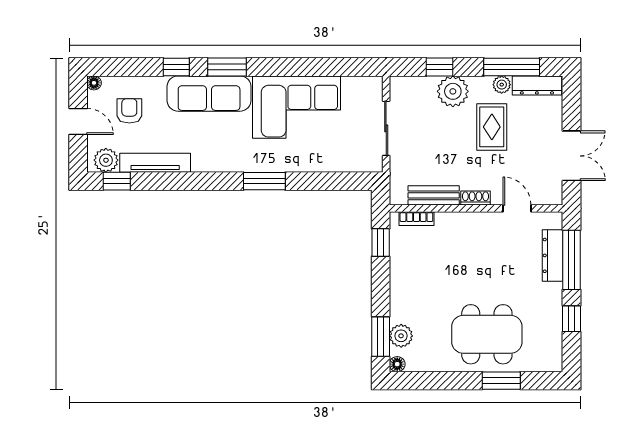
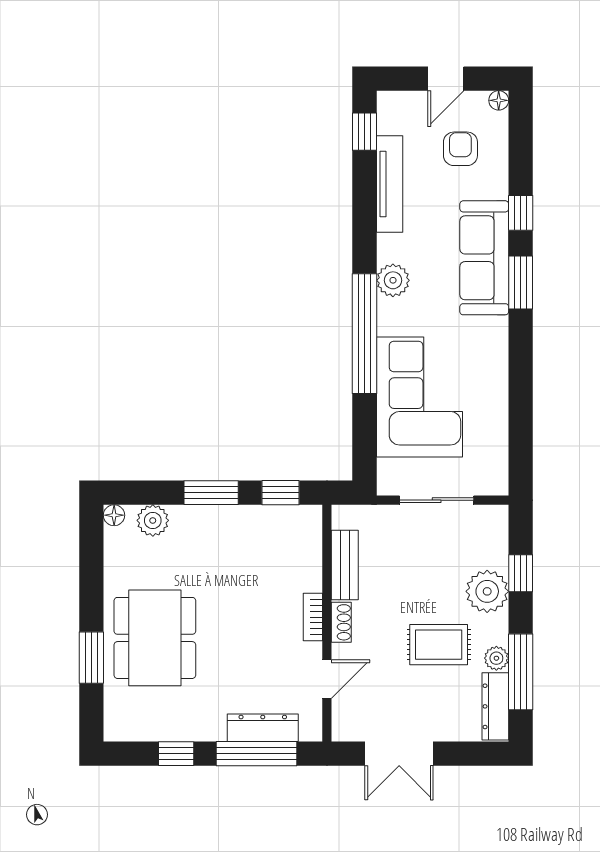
corner sofa: (296, 107) -> (419, 397), moved, turned 180
armchair: (129, 111) -> (460, 149), turned -90
plant: (106, 160) -> (393, 280), moved
window: (264, 181) -> (364, 334), width x2.11
bookcase: (416, 219) -> (313, 617), moved
window: (381, 337) -> (211, 493), moved

